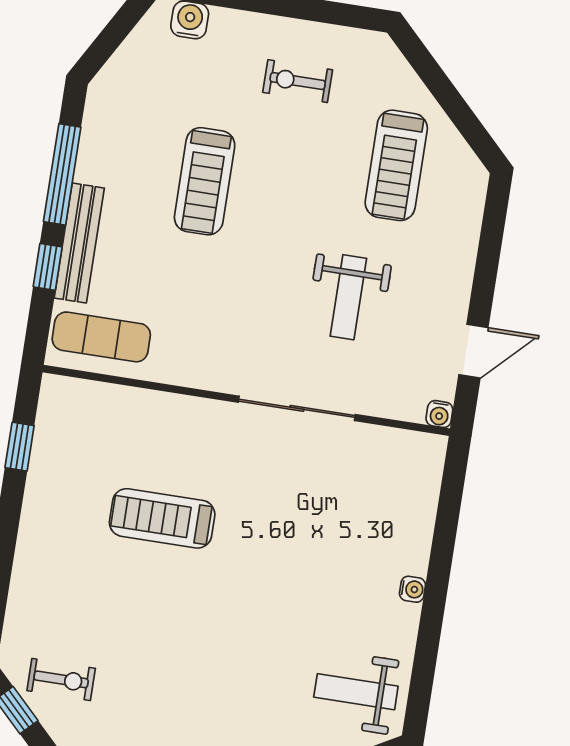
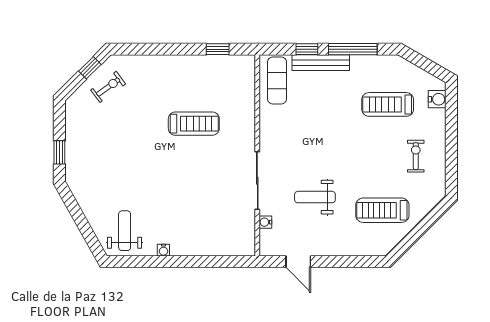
treadmill: (205, 181) -> (388, 104), moved
water cooler: (439, 414) -> (265, 222), moved
treadmill: (162, 518) -> (194, 124), turned 90
water cooler: (412, 589) -> (163, 250), moved
exercise bike: (61, 679) -> (108, 87), turned -126

